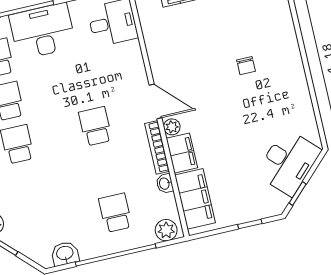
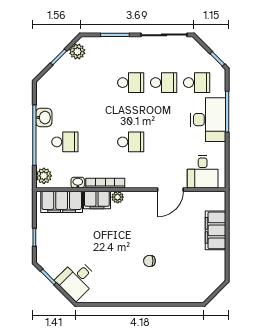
door: (156, 101) -> (170, 190), moved
desk: (288, 162) -> (77, 280), width x0.73
washbasin: (65, 254) -> (44, 117), moved

